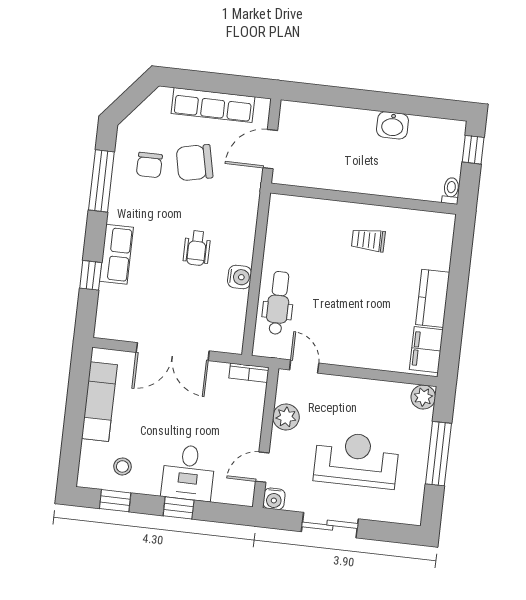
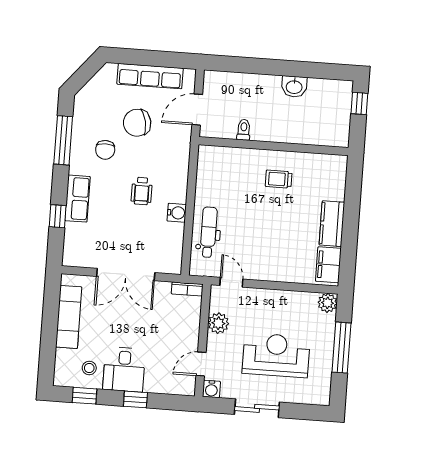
chair: (149, 165) -> (105, 150), moved
toilet: (451, 191) -> (244, 130), moved
desk: (188, 473) -> (124, 369), moved

